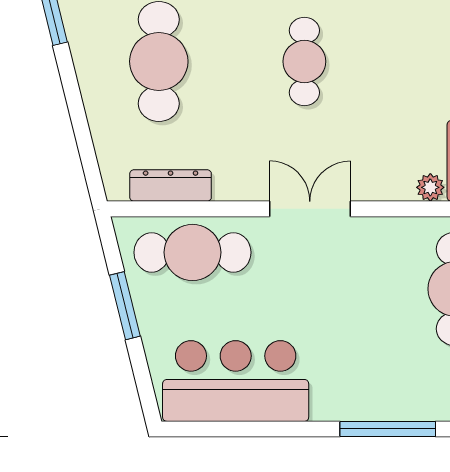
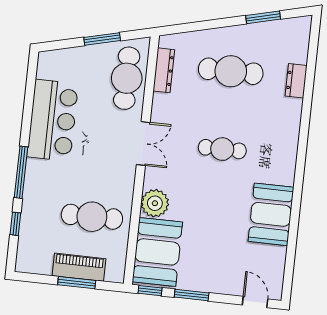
plant: (430, 187) -> (155, 203), width x1.87, depth x1.87
bar counter: (236, 381) -> (53, 120), moved

